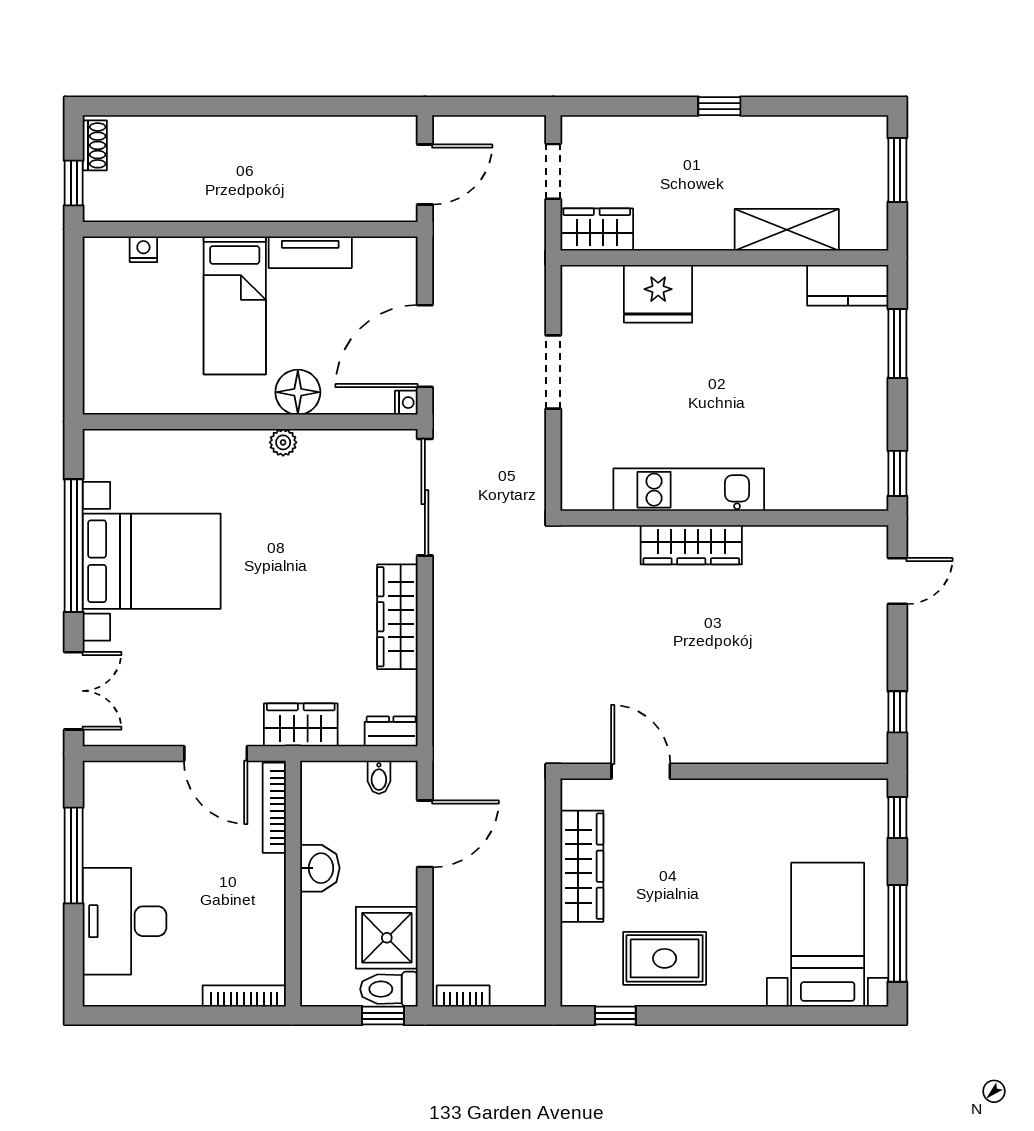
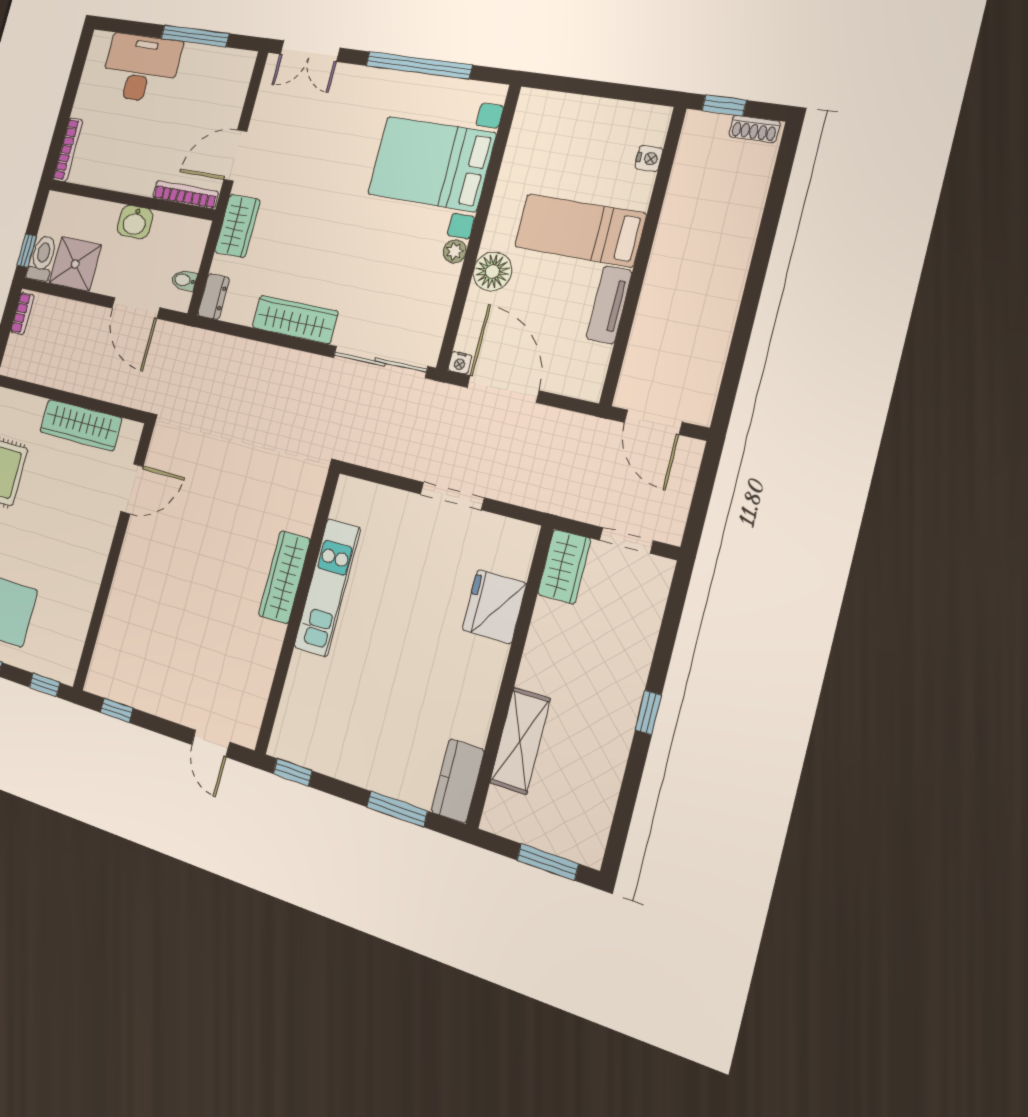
bed with nightstands: (152, 561) -> (431, 164), moved, turned 90

